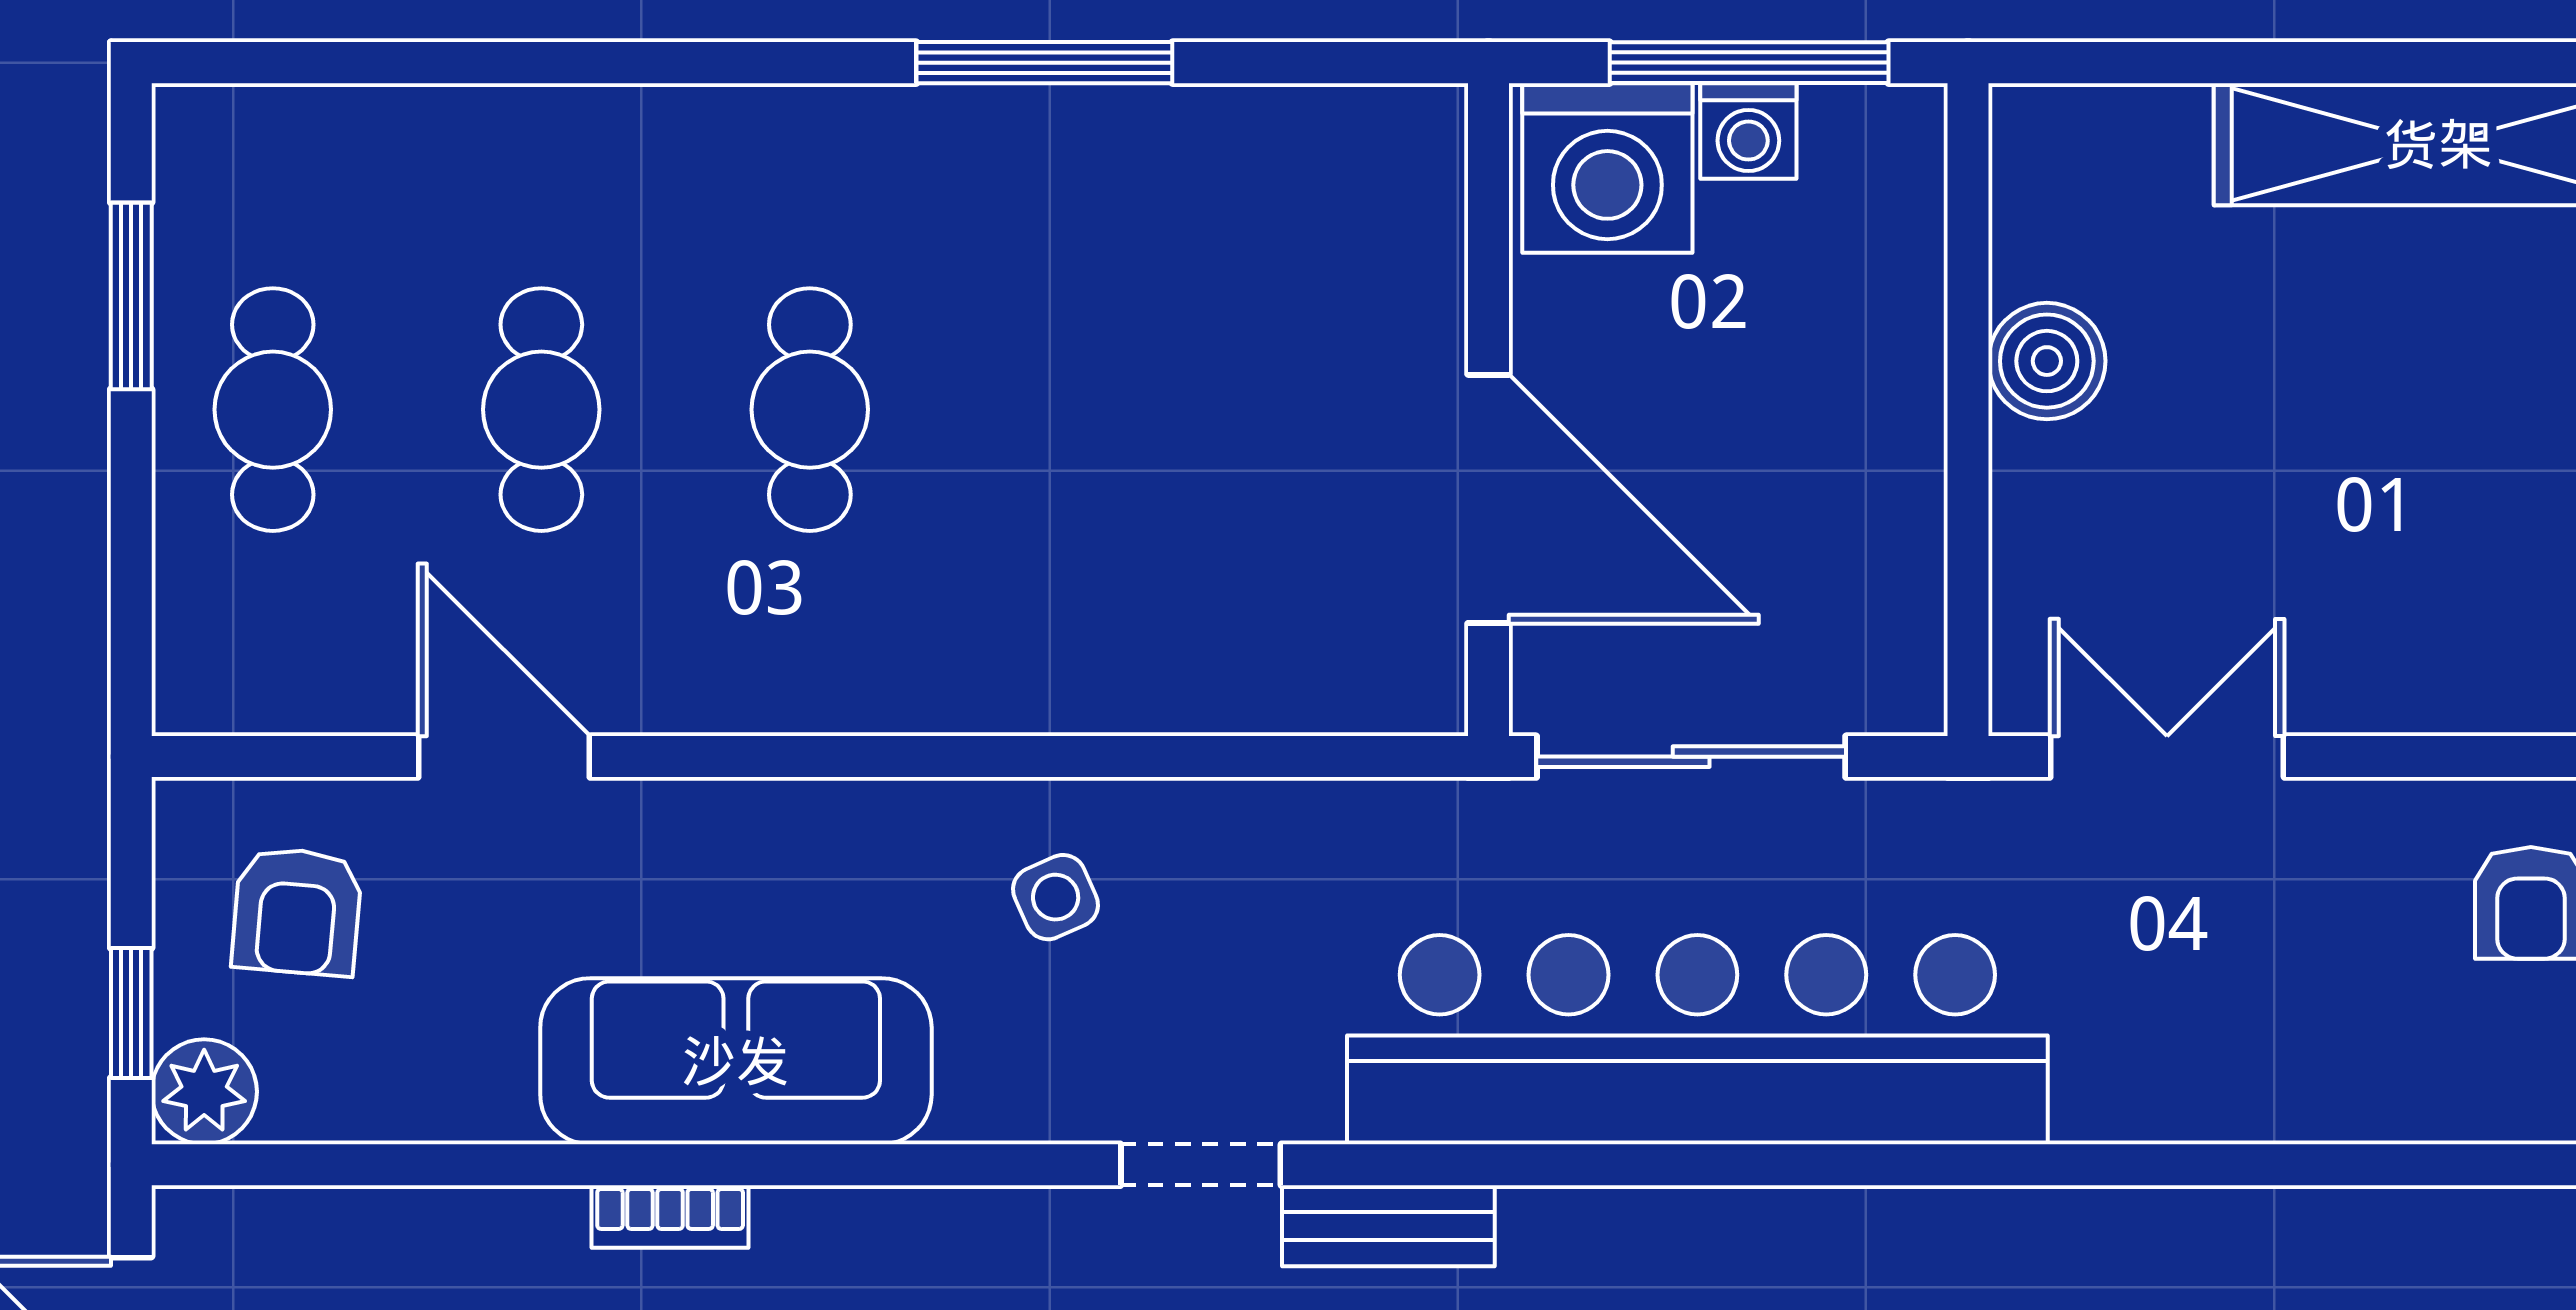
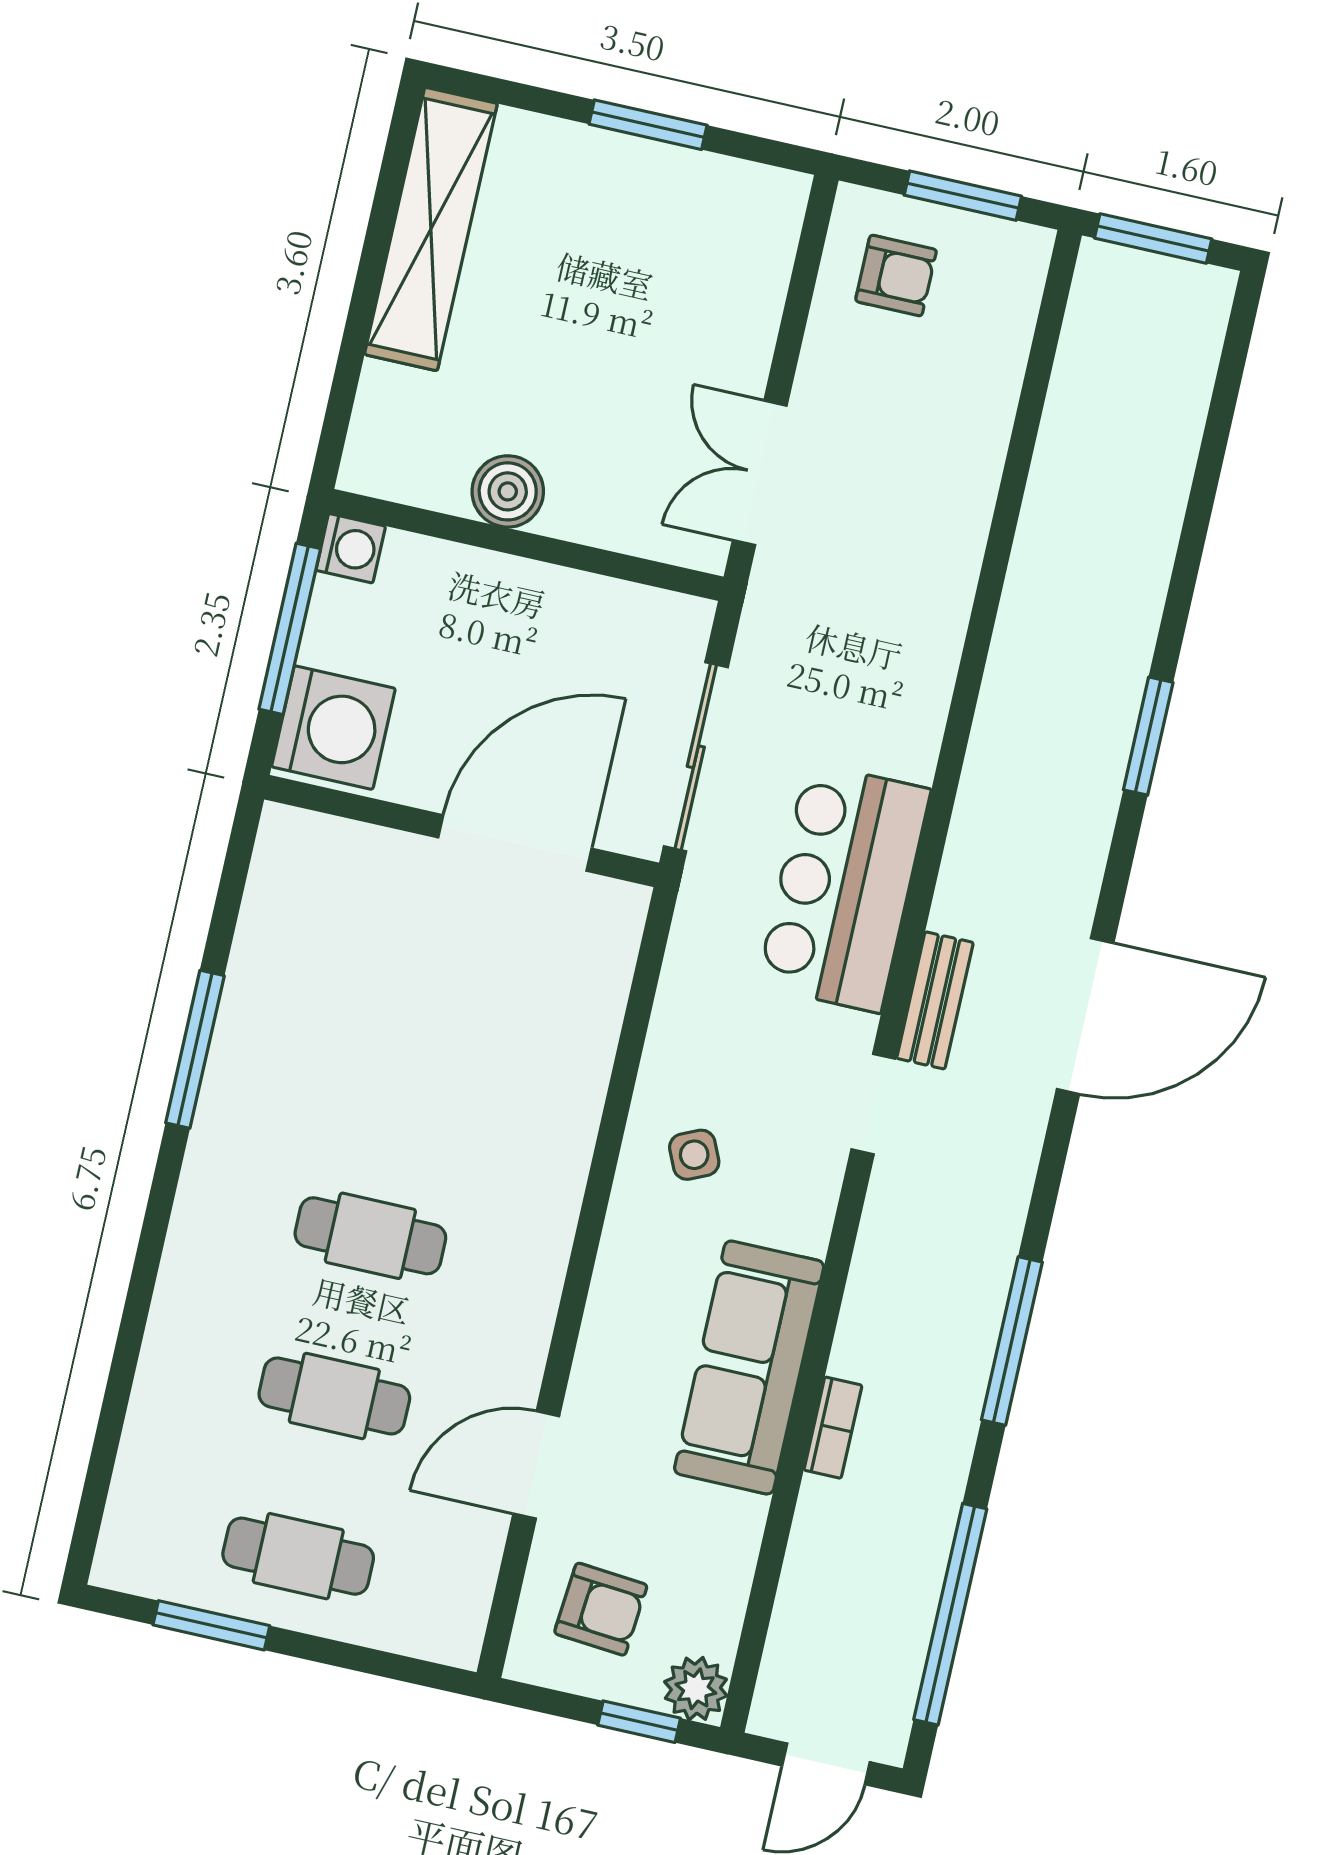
washing machine: (1748, 131) -> (351, 548), moved
bar counter: (1697, 1040) -> (844, 888), width x0.54

